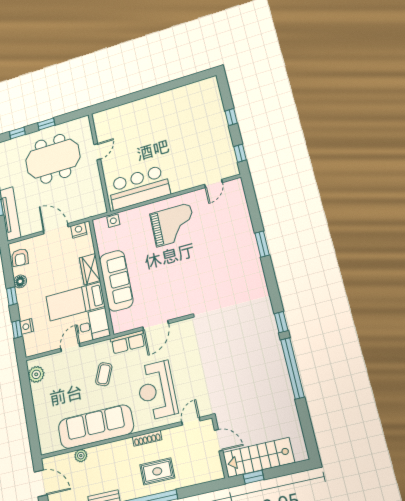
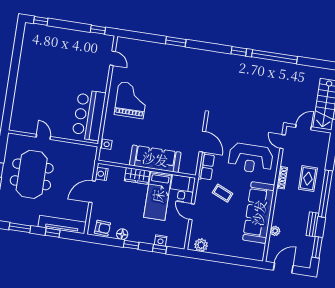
window: (231, 117) -> (41, 21), moved

